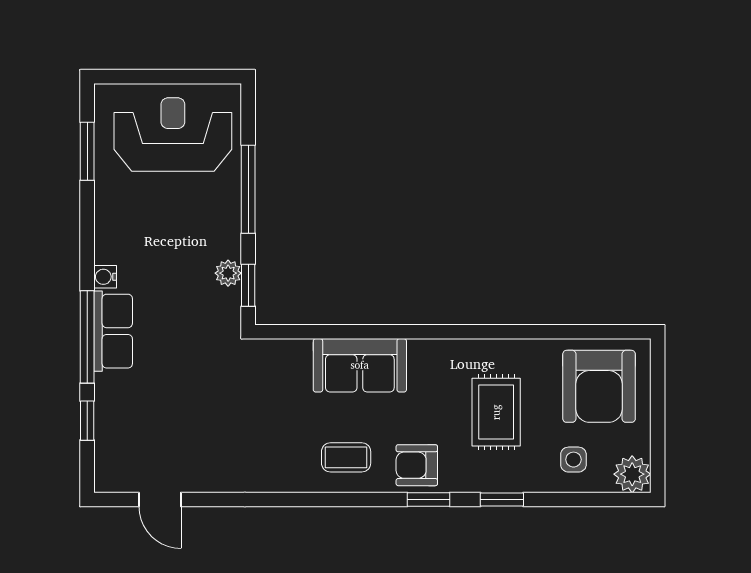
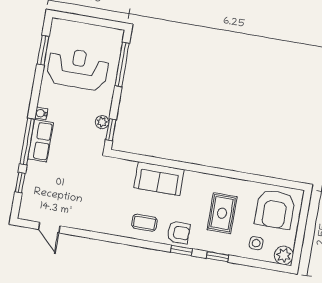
reception desk: (173, 135) -> (78, 69), moved
window: (248, 189) -> (122, 64), moved
armchair: (417, 465) -> (179, 233), turned 180

